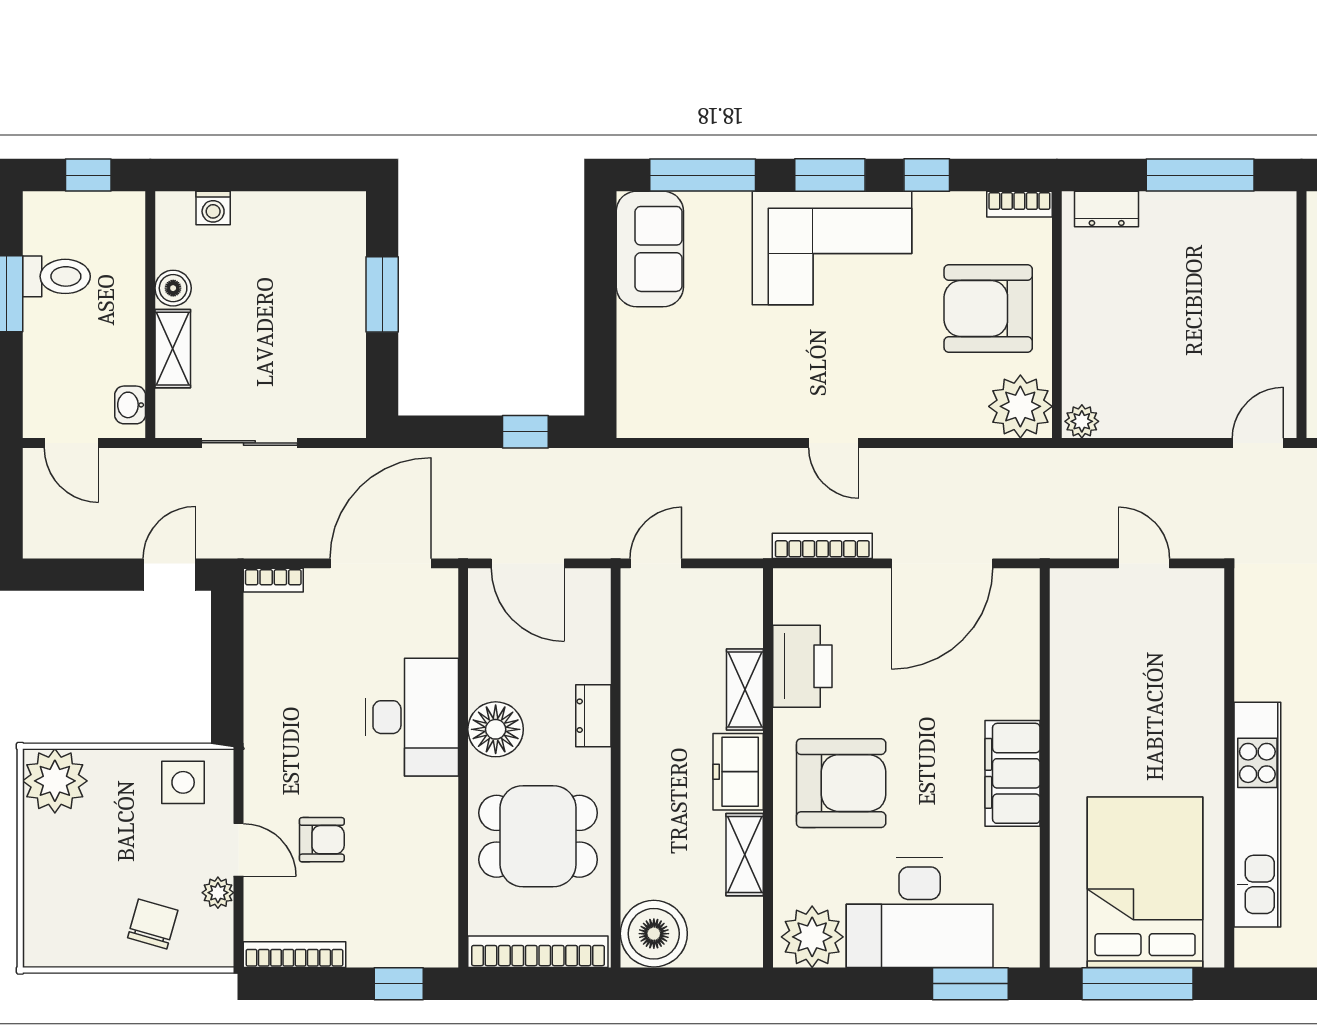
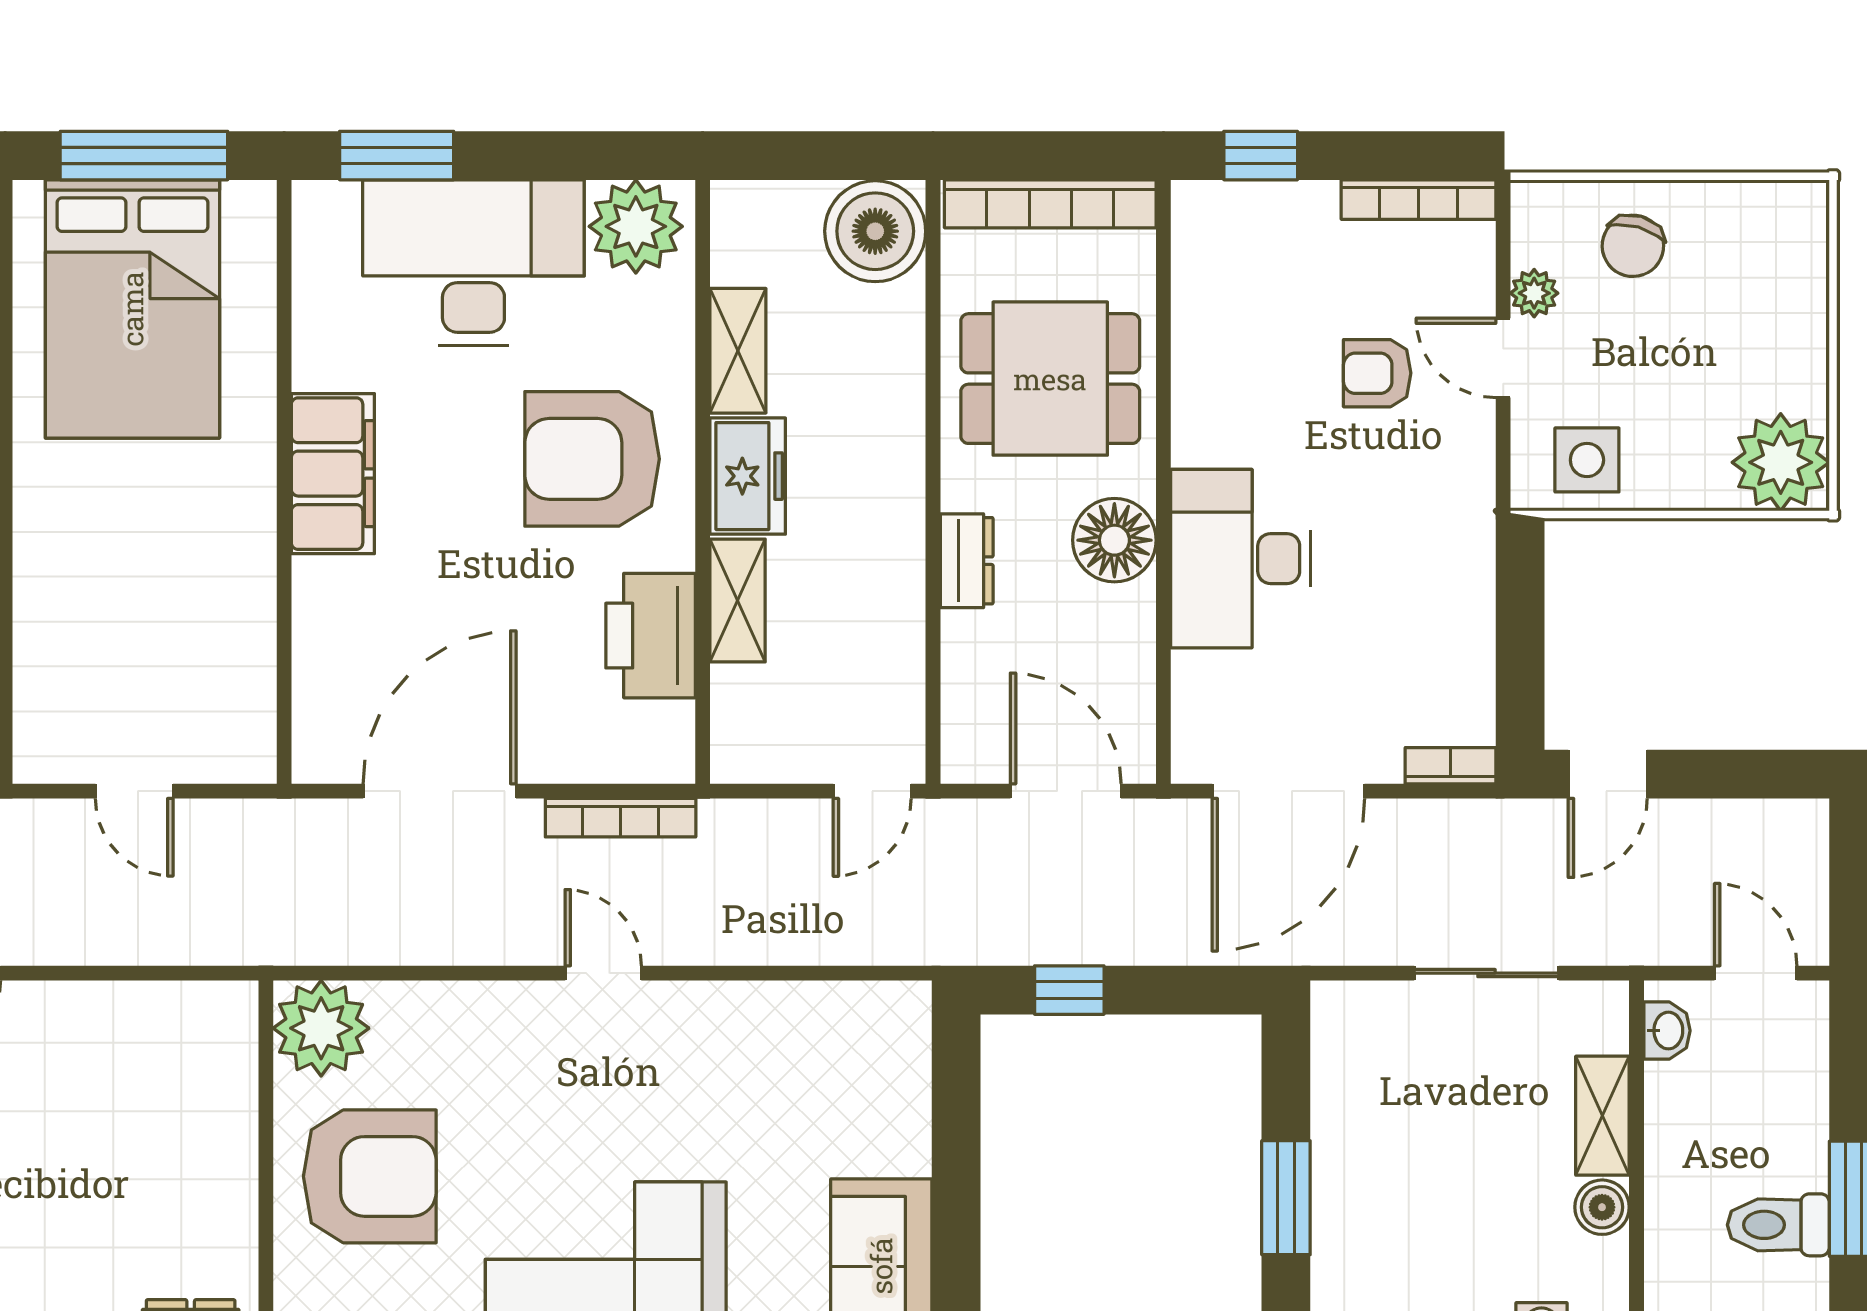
plant: (1082, 421) -> (228, 1006), removed

